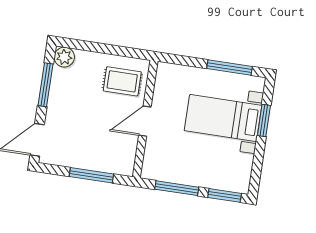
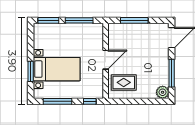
window: (179, 60) -> (90, 101), added

